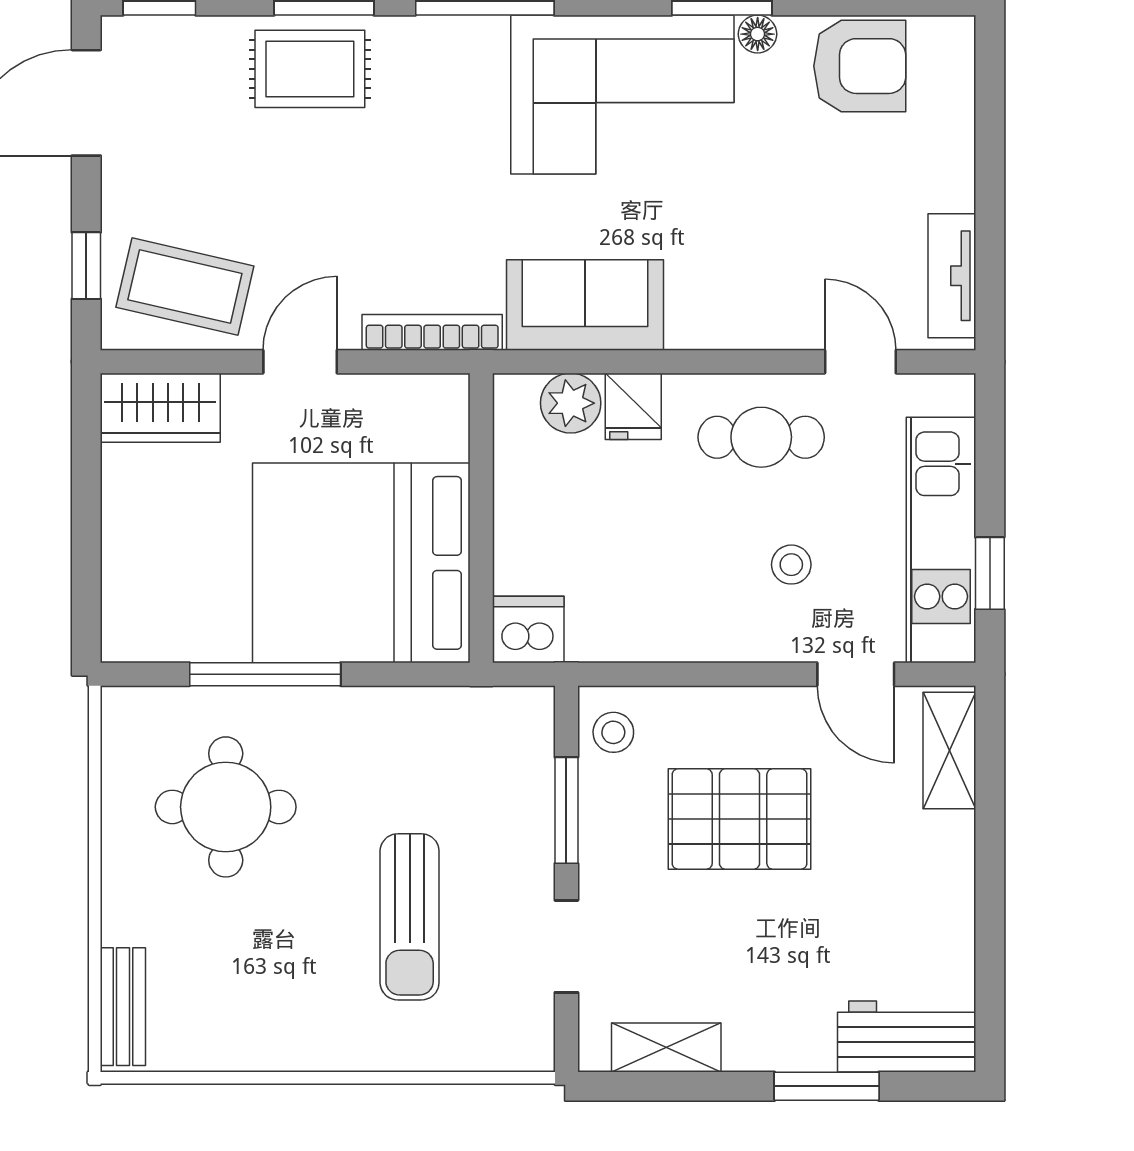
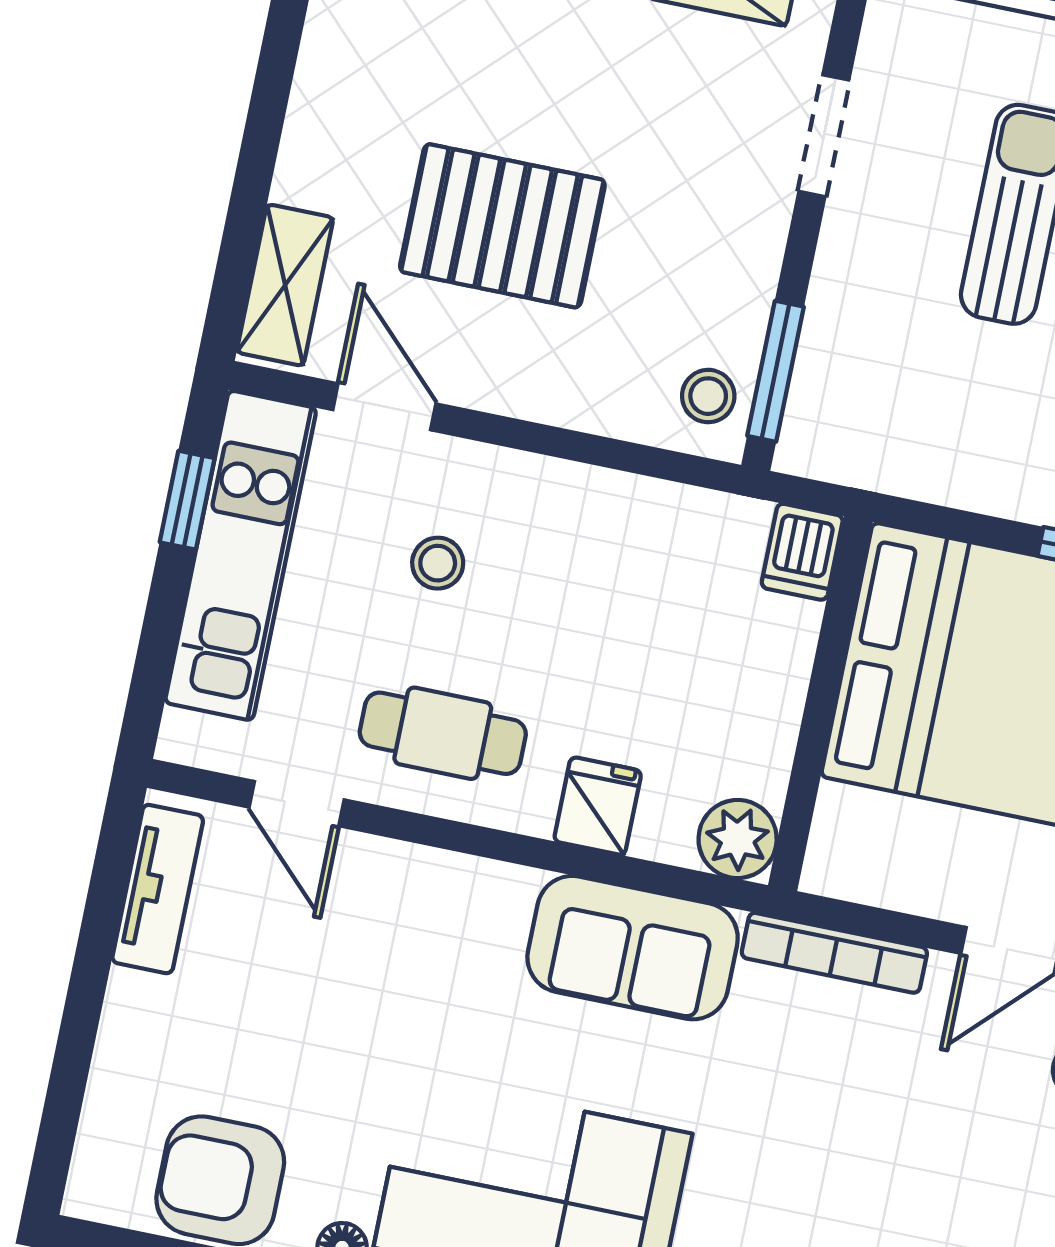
plant: (571, 403) -> (738, 839), moved
dishwasher: (528, 630) -> (802, 552), width x0.73
window: (566, 810) -> (776, 371), moved
pallet: (740, 819) -> (502, 226), moved

